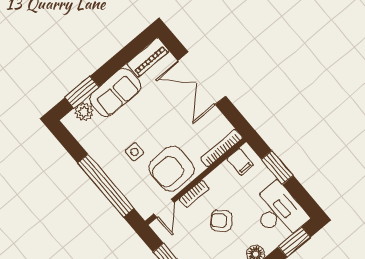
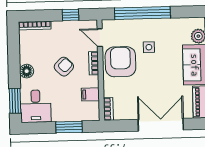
bookcase: (222, 148) -> (108, 109), width x0.64
filing cabinet: (240, 162) -> (90, 94), moved
desk: (279, 212) -> (36, 106), width x0.73

